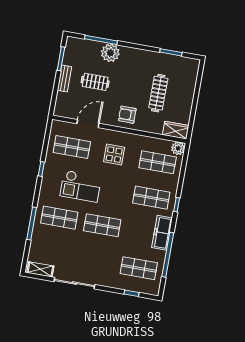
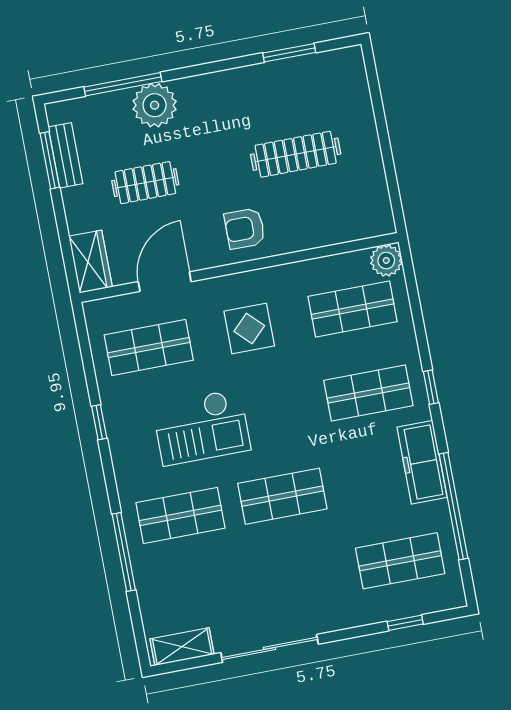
bench: (64, 78) -> (65, 155), moved
clothes rail: (158, 93) -> (296, 154), turned 90
wardrobe: (176, 130) -> (91, 262), moved, turned 90

